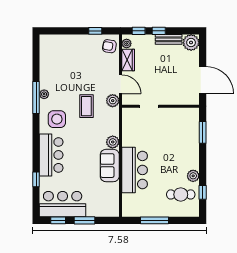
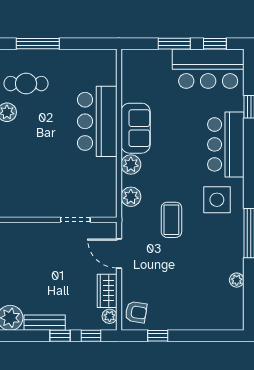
plant: (44, 94) -> (237, 280), moved
plant: (113, 101) -> (131, 197), moved
window: (154, 220) -> (38, 44), moved

